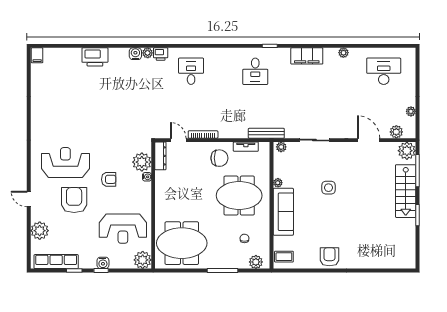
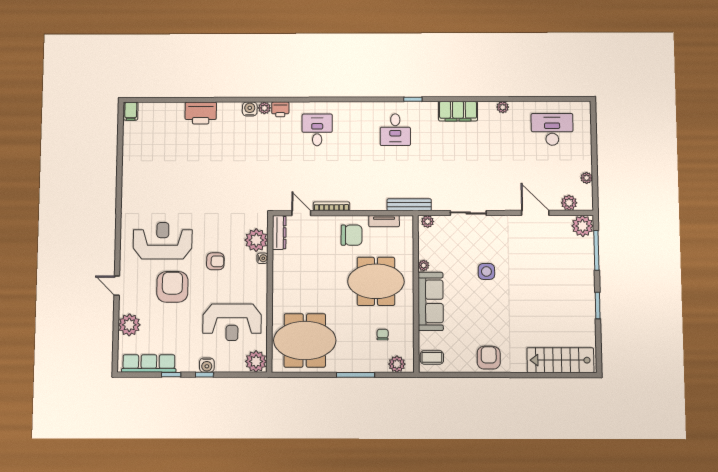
stairs: (406, 191) -> (560, 360), moved, turned 90

